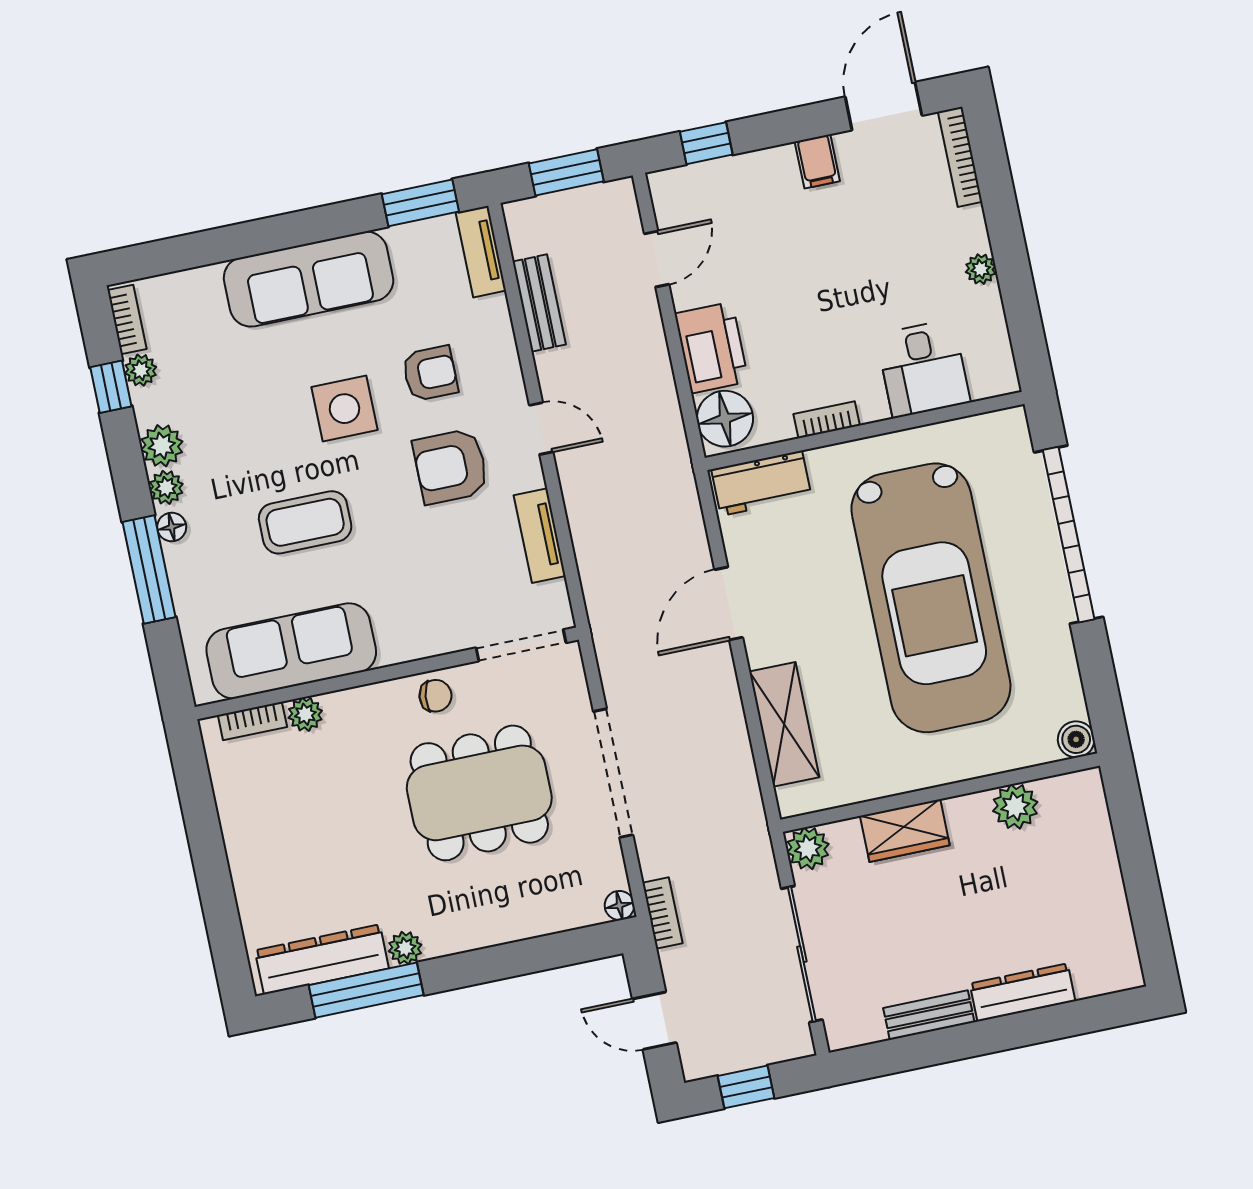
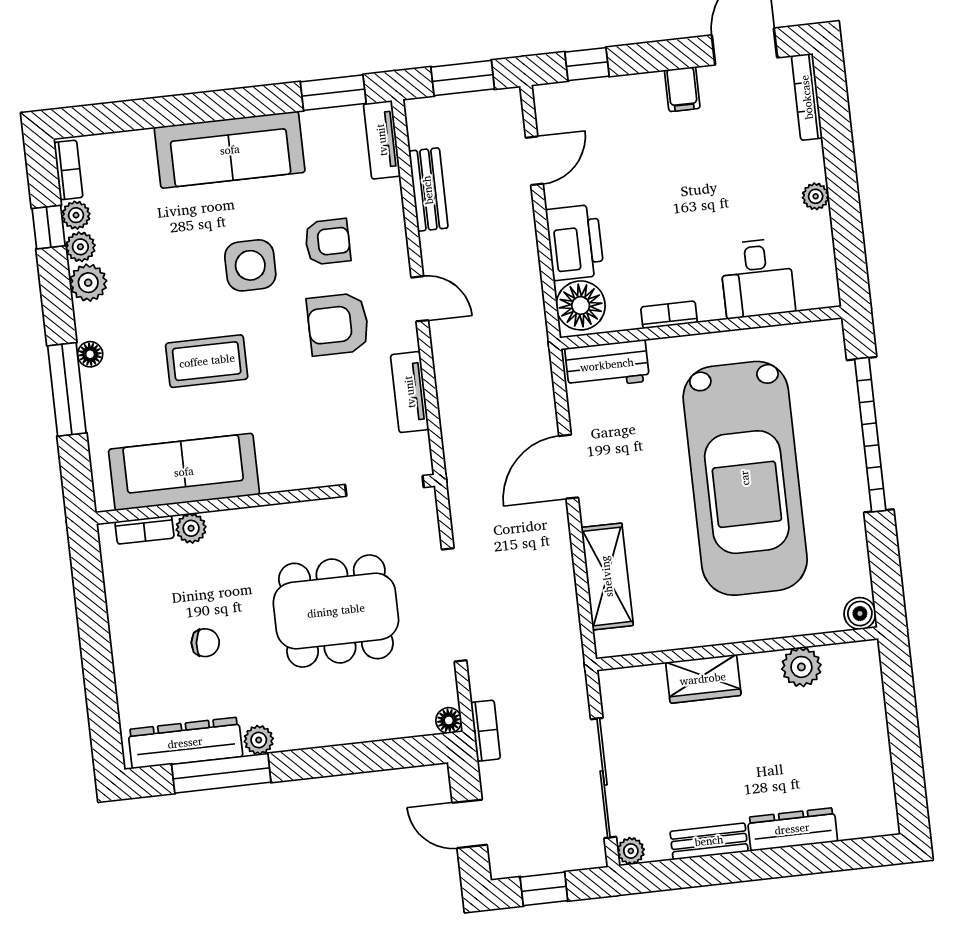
plant: (166, 487) -> (80, 247), moved
chair: (435, 696) -> (205, 643), moved
plant: (808, 848) -> (631, 851), moved, width x0.73, depth x0.73

